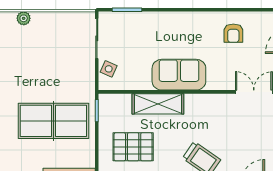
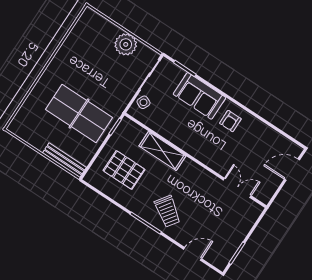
plant: (24, 18) -> (126, 44), moved, width x1.88, depth x1.88
armchair: (233, 33) -> (230, 121), moved
sofa: (179, 75) -> (199, 96), moved, turned 180

